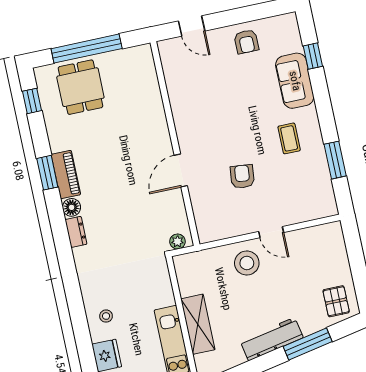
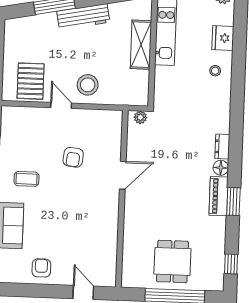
dining table: (80, 87) -> (172, 261), moved
coffee table: (289, 138) -> (26, 179), turned 90
pallet: (336, 301) -> (31, 81), moved, width x1.50, depth x1.42

